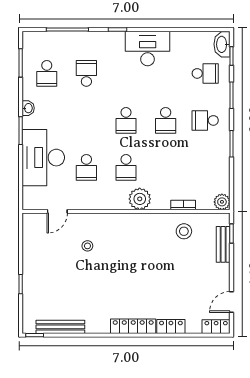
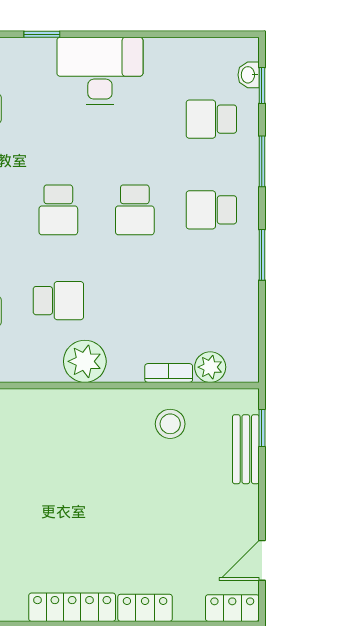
washbasin: (222, 44) -> (249, 75), width x0.52, depth x0.69
school desk: (205, 73) -> (211, 119), turned 180
school desk: (126, 167) -> (58, 301), turned -90
plant: (222, 202) -> (210, 367), moved

